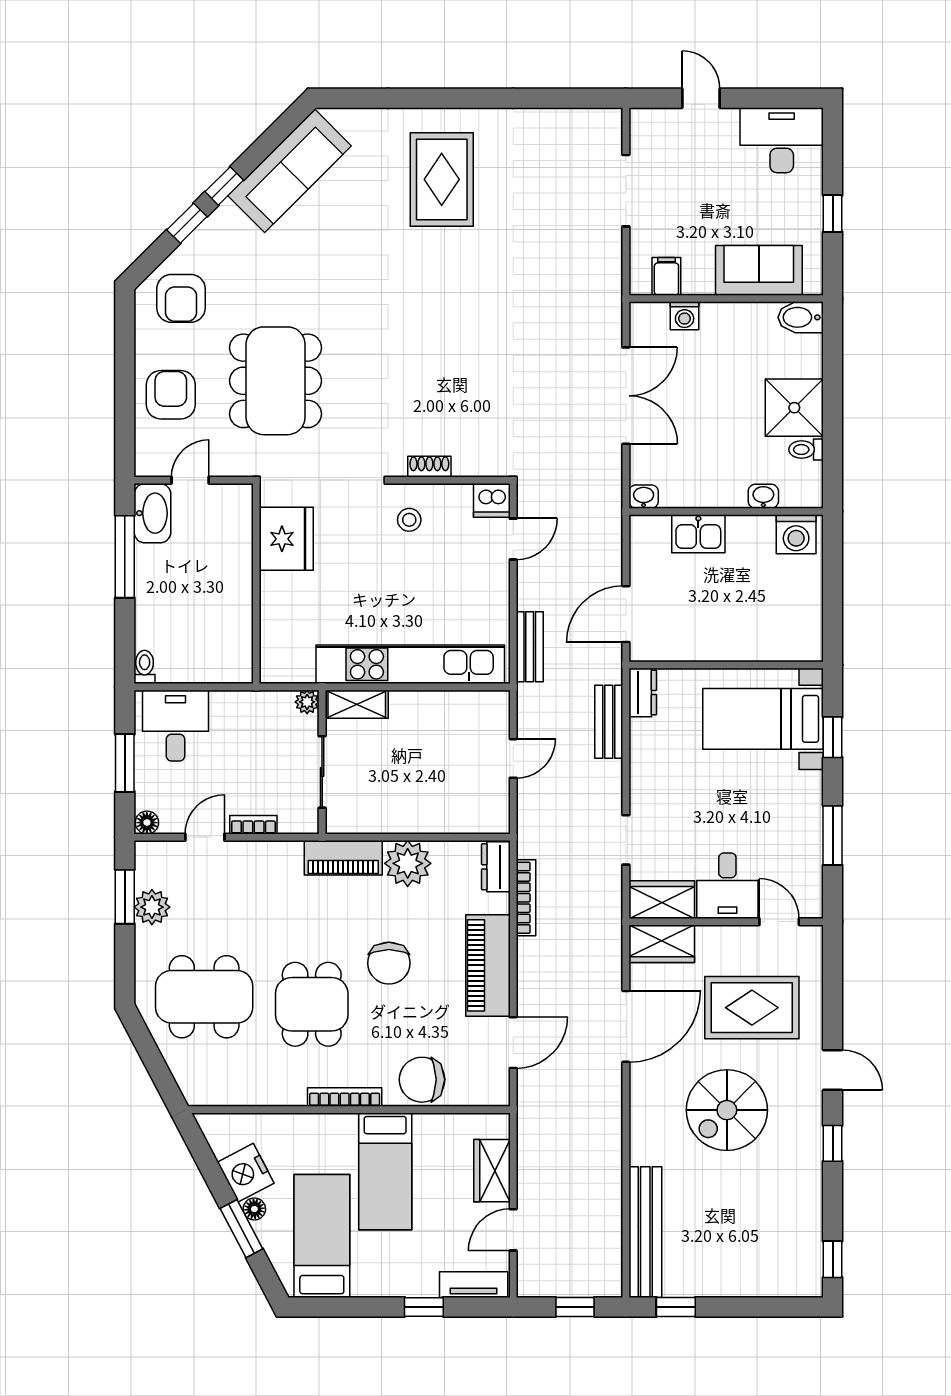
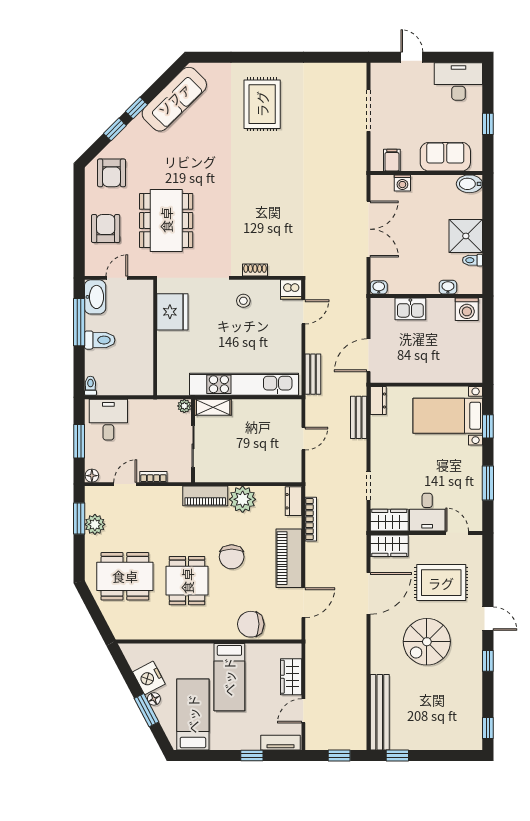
toilet: (161, 588) -> (100, 340), added
bookcase: (345, 1097) -> (206, 634), removed

